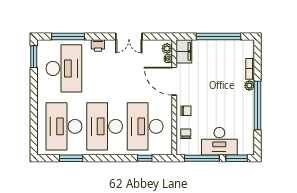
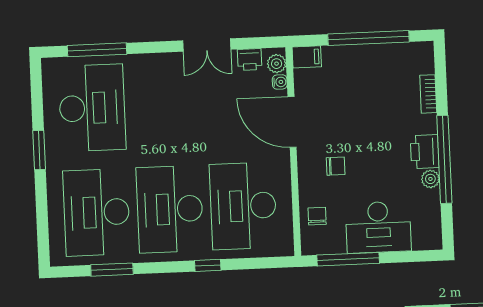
printer: (98, 45) -> (250, 59), moved
filing cabinet: (184, 51) -> (307, 57), width x0.50
window: (34, 57) -> (39, 150), moved
plant: (249, 85) -> (430, 179), moved
printer: (247, 101) -> (425, 152), added
chair: (186, 111) -> (336, 166), moved
window: (145, 158) -> (208, 265), moved
window: (237, 158) -> (411, 256), removed

